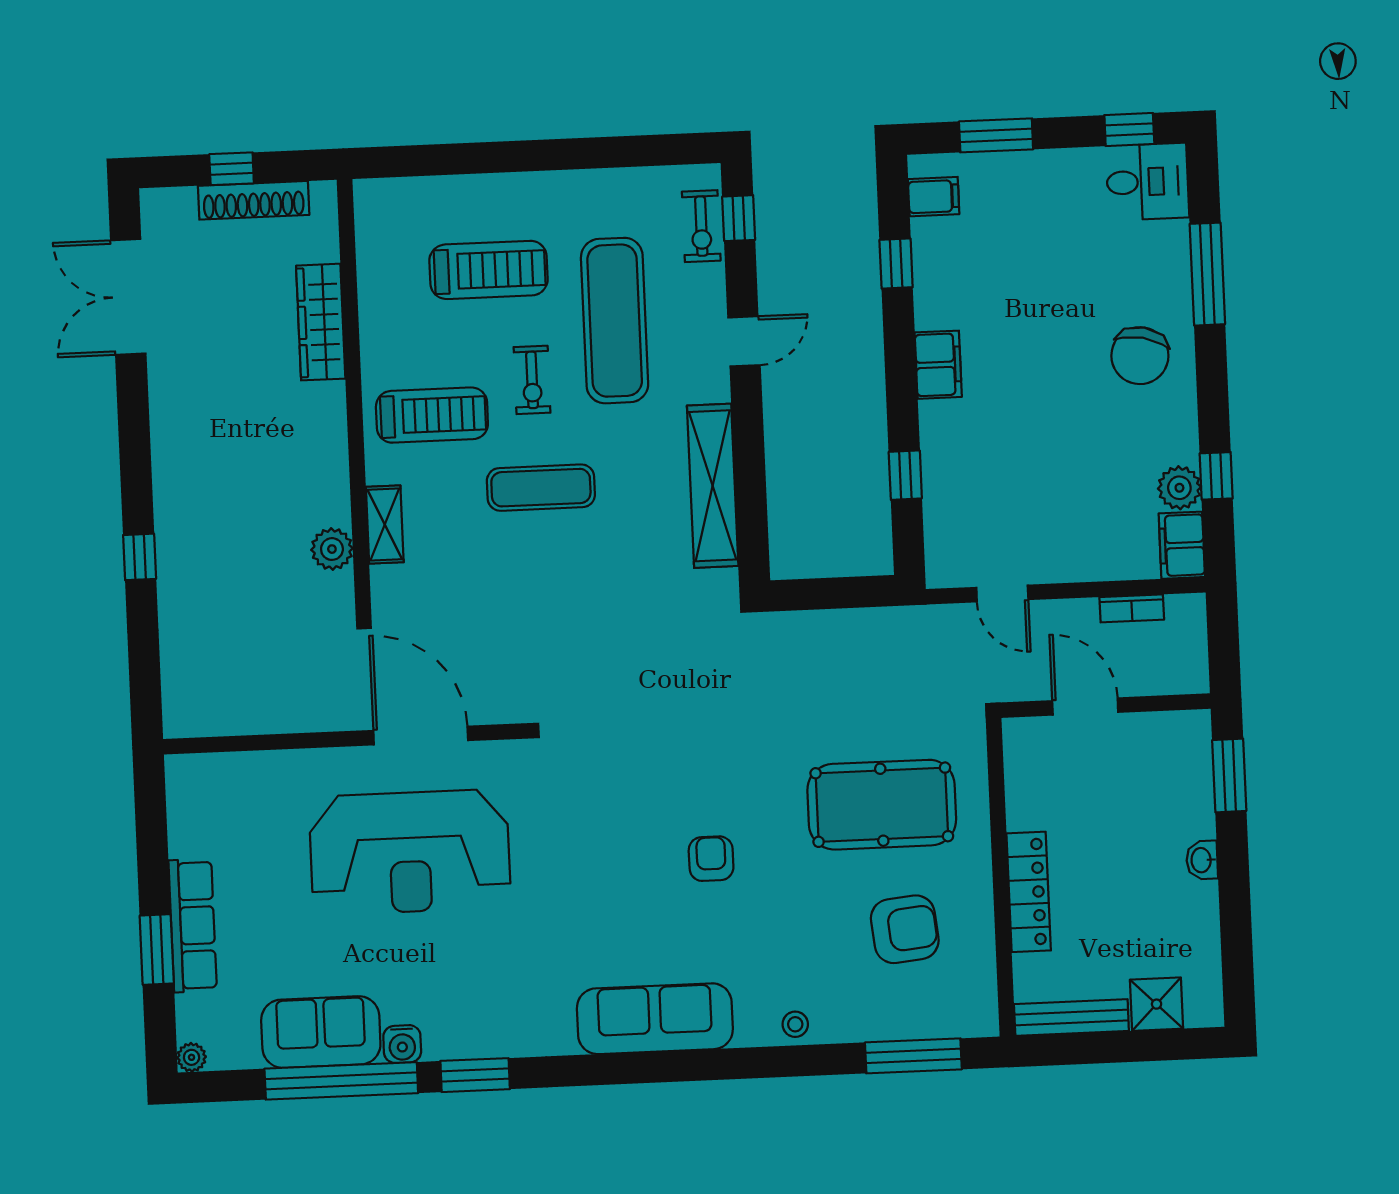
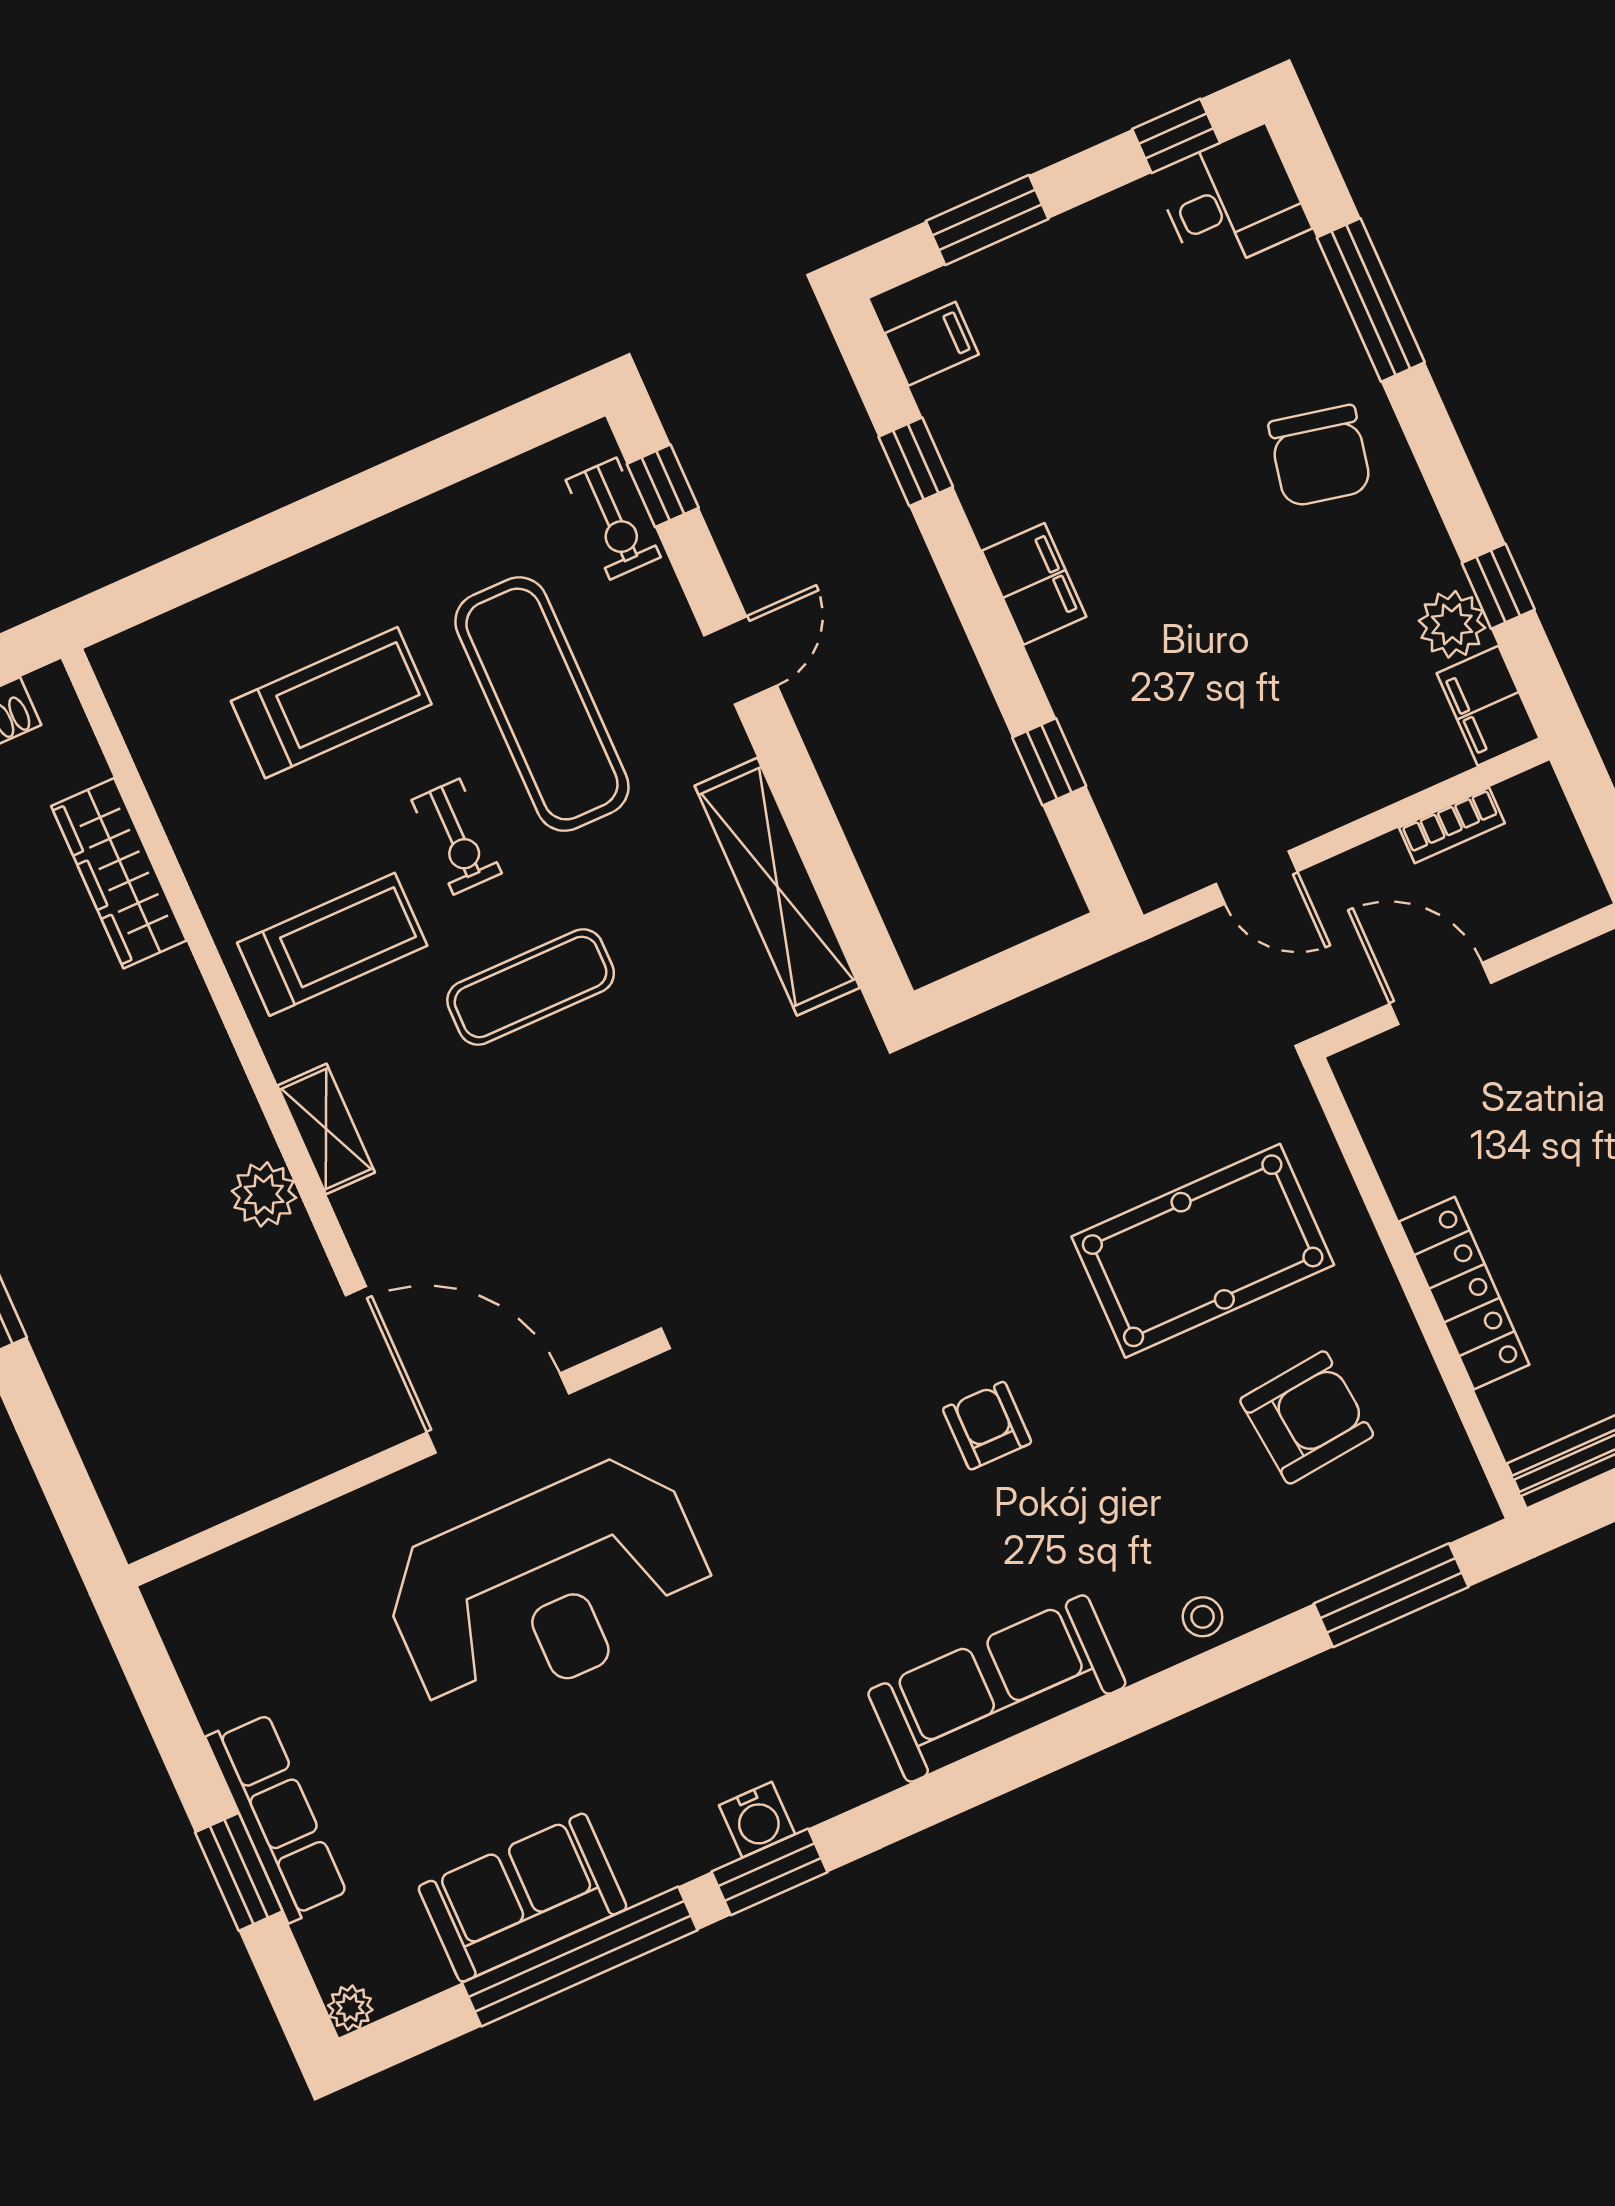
water cooler: (402, 1044) -> (757, 1820), moved

